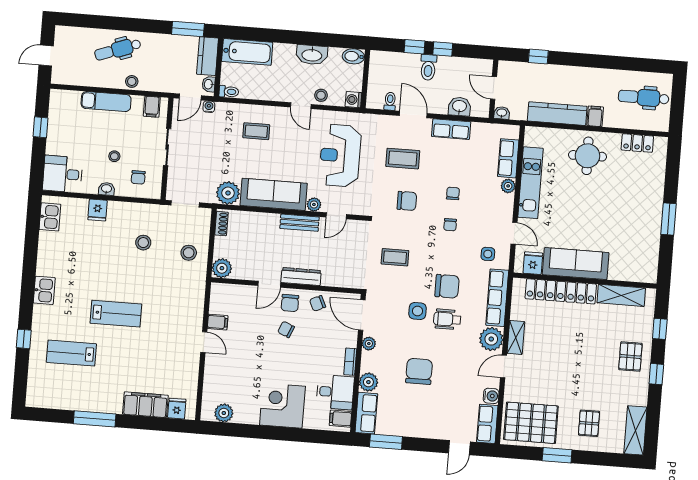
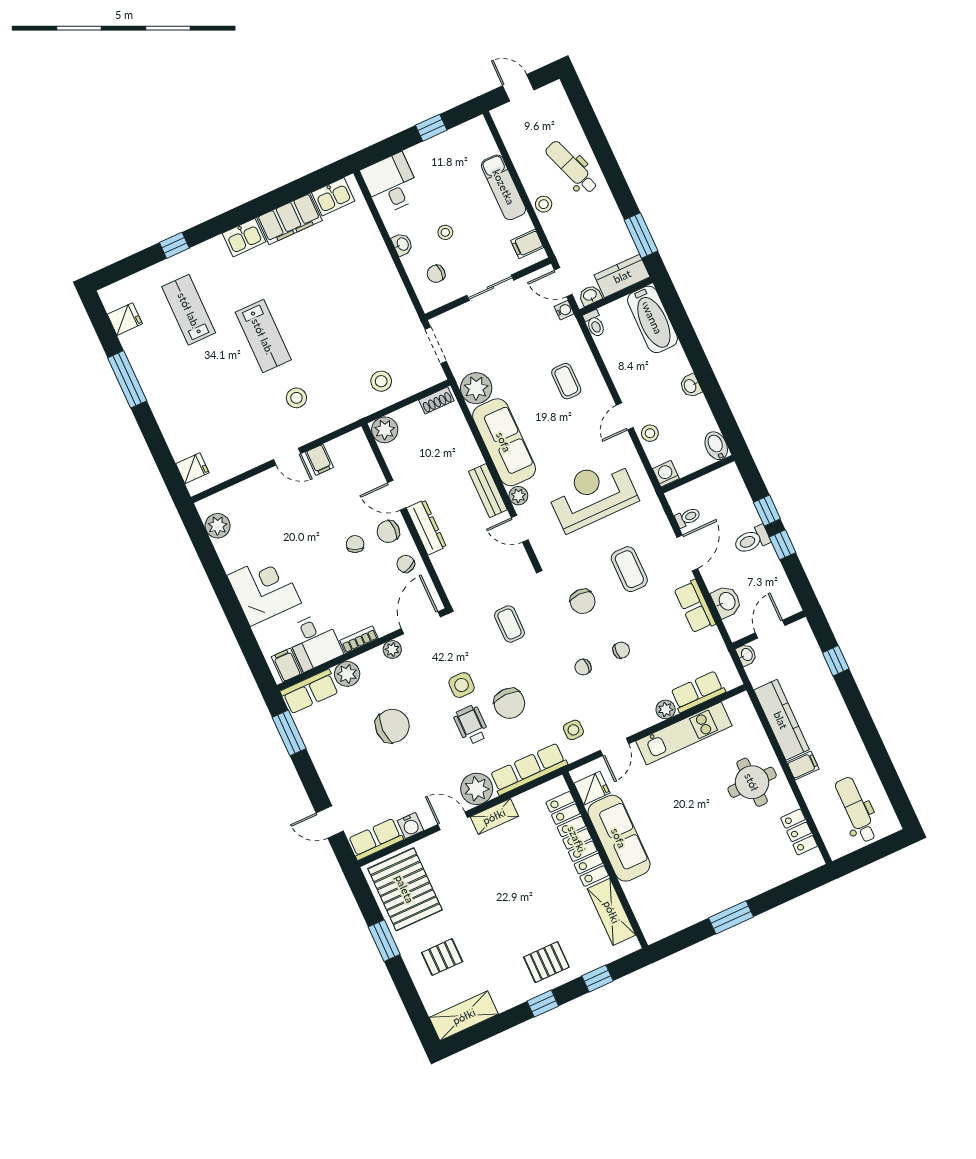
washbasin: (312, 55) -> (691, 386), width x0.52, depth x0.69
fridge: (97, 210) -> (125, 319), moved, turned 180
stool: (143, 243) -> (296, 398), moved
door: (204, 342) -> (287, 457), hinge flipped
filing cabinet: (145, 405) -> (289, 219), moved, turned 90

